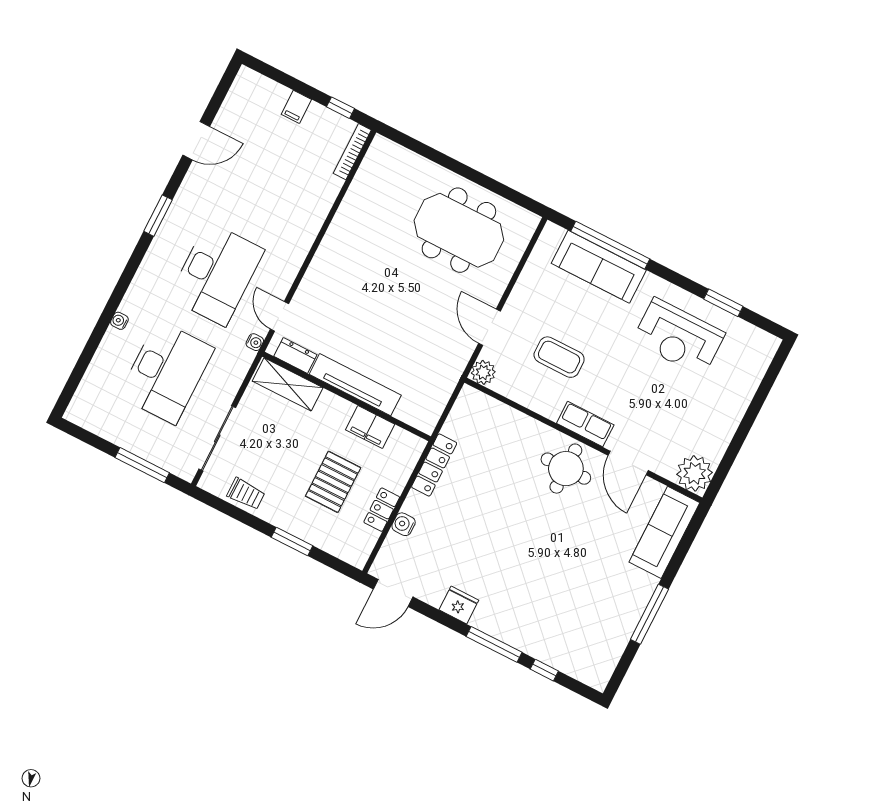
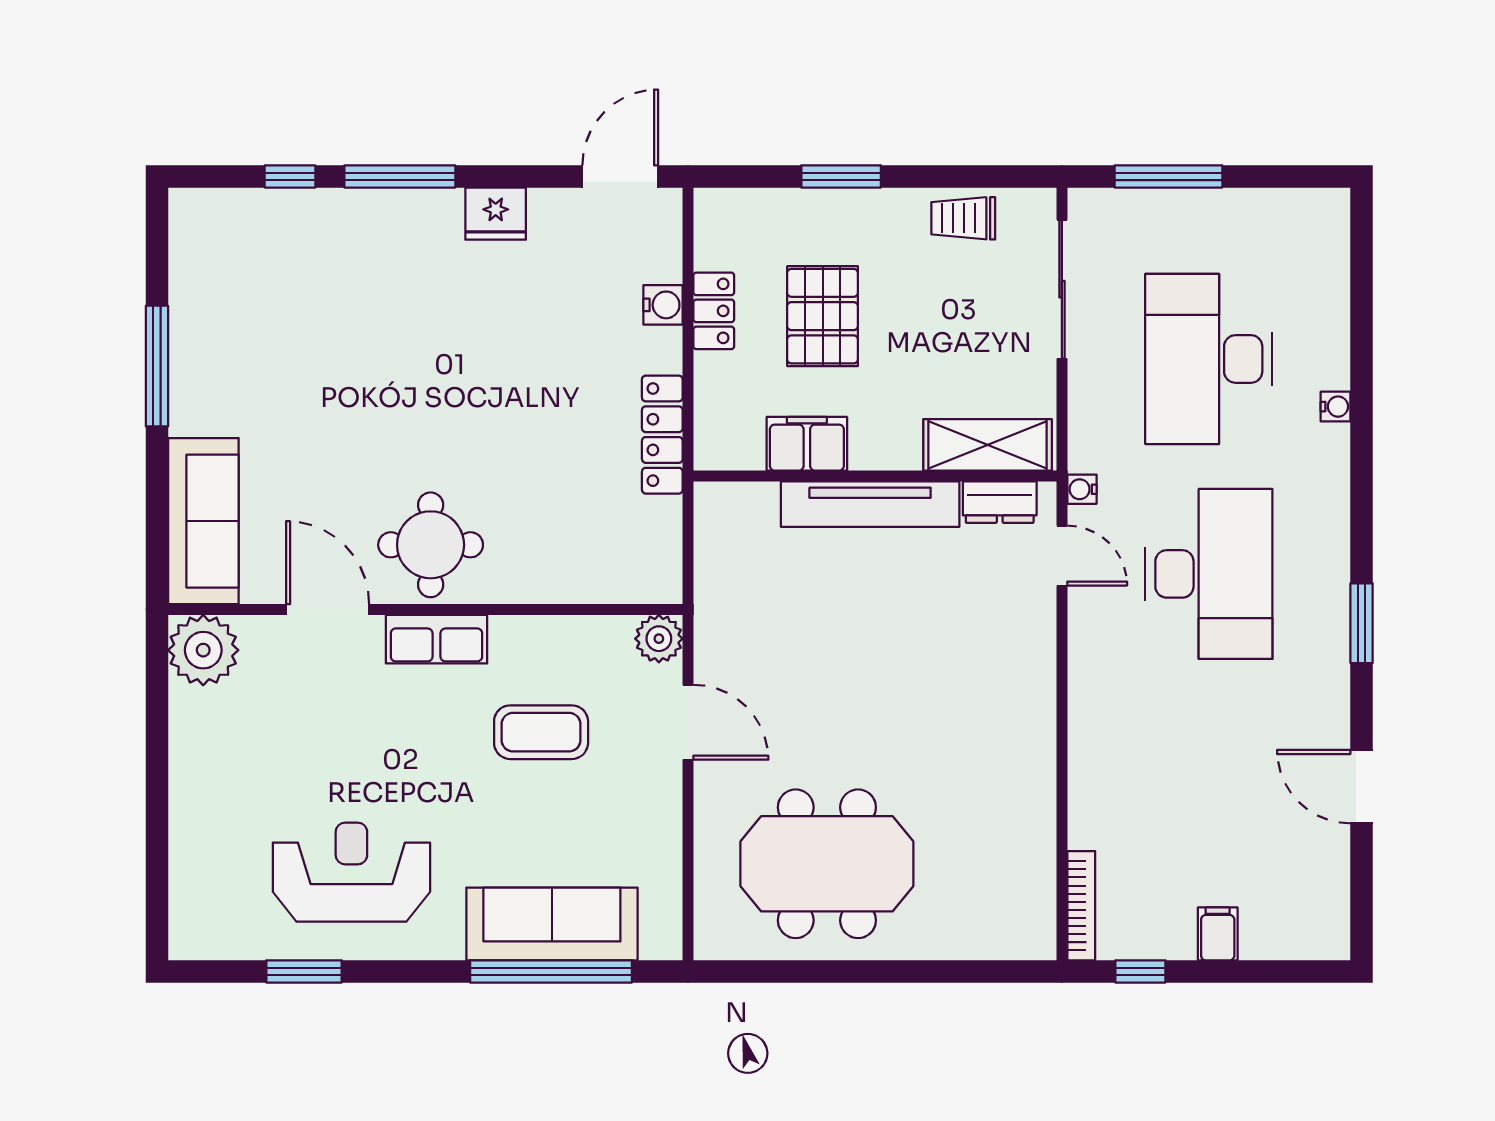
door: (196, 141) -> (1362, 787), hinge flipped
desk: (216, 274) -> (1209, 574), turned 180

